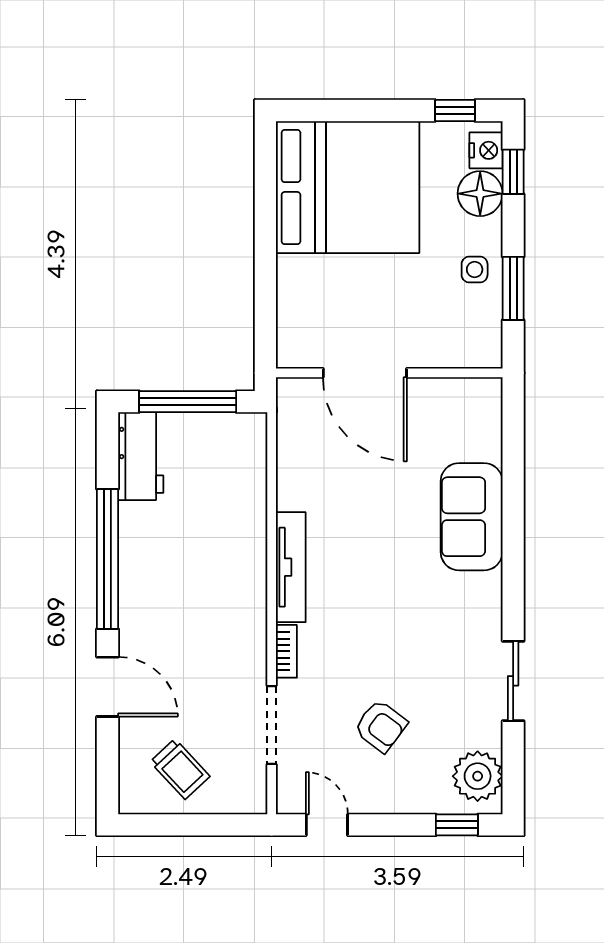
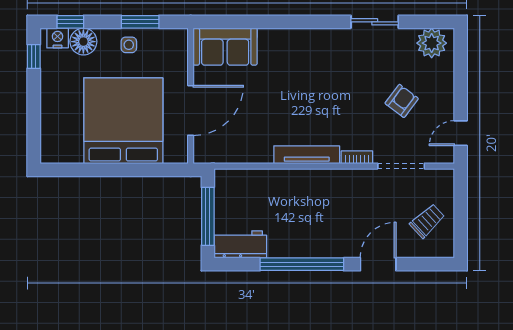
bed: (348, 187) -> (123, 121), moved
sofa: (472, 517) -> (225, 47), moved
window: (457, 825) -> (461, 55), removed

